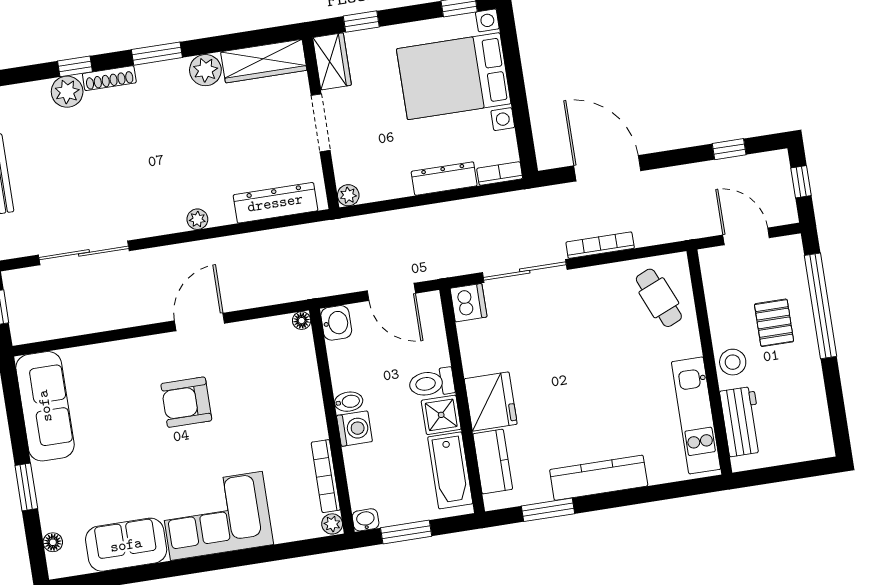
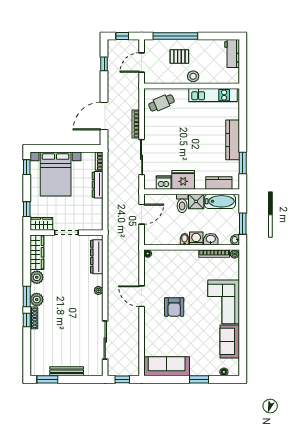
window: (75, 66) -> (27, 320), moved
plant: (67, 92) -> (37, 299), moved
plant: (348, 195) -> (98, 226), removed
dishwasher: (468, 303) -> (164, 183), moved
washbasin: (336, 323) -> (211, 239), moved
fridge: (491, 402) -> (183, 180), moved
workbench: (742, 422) -> (232, 53), moved, turned -90

